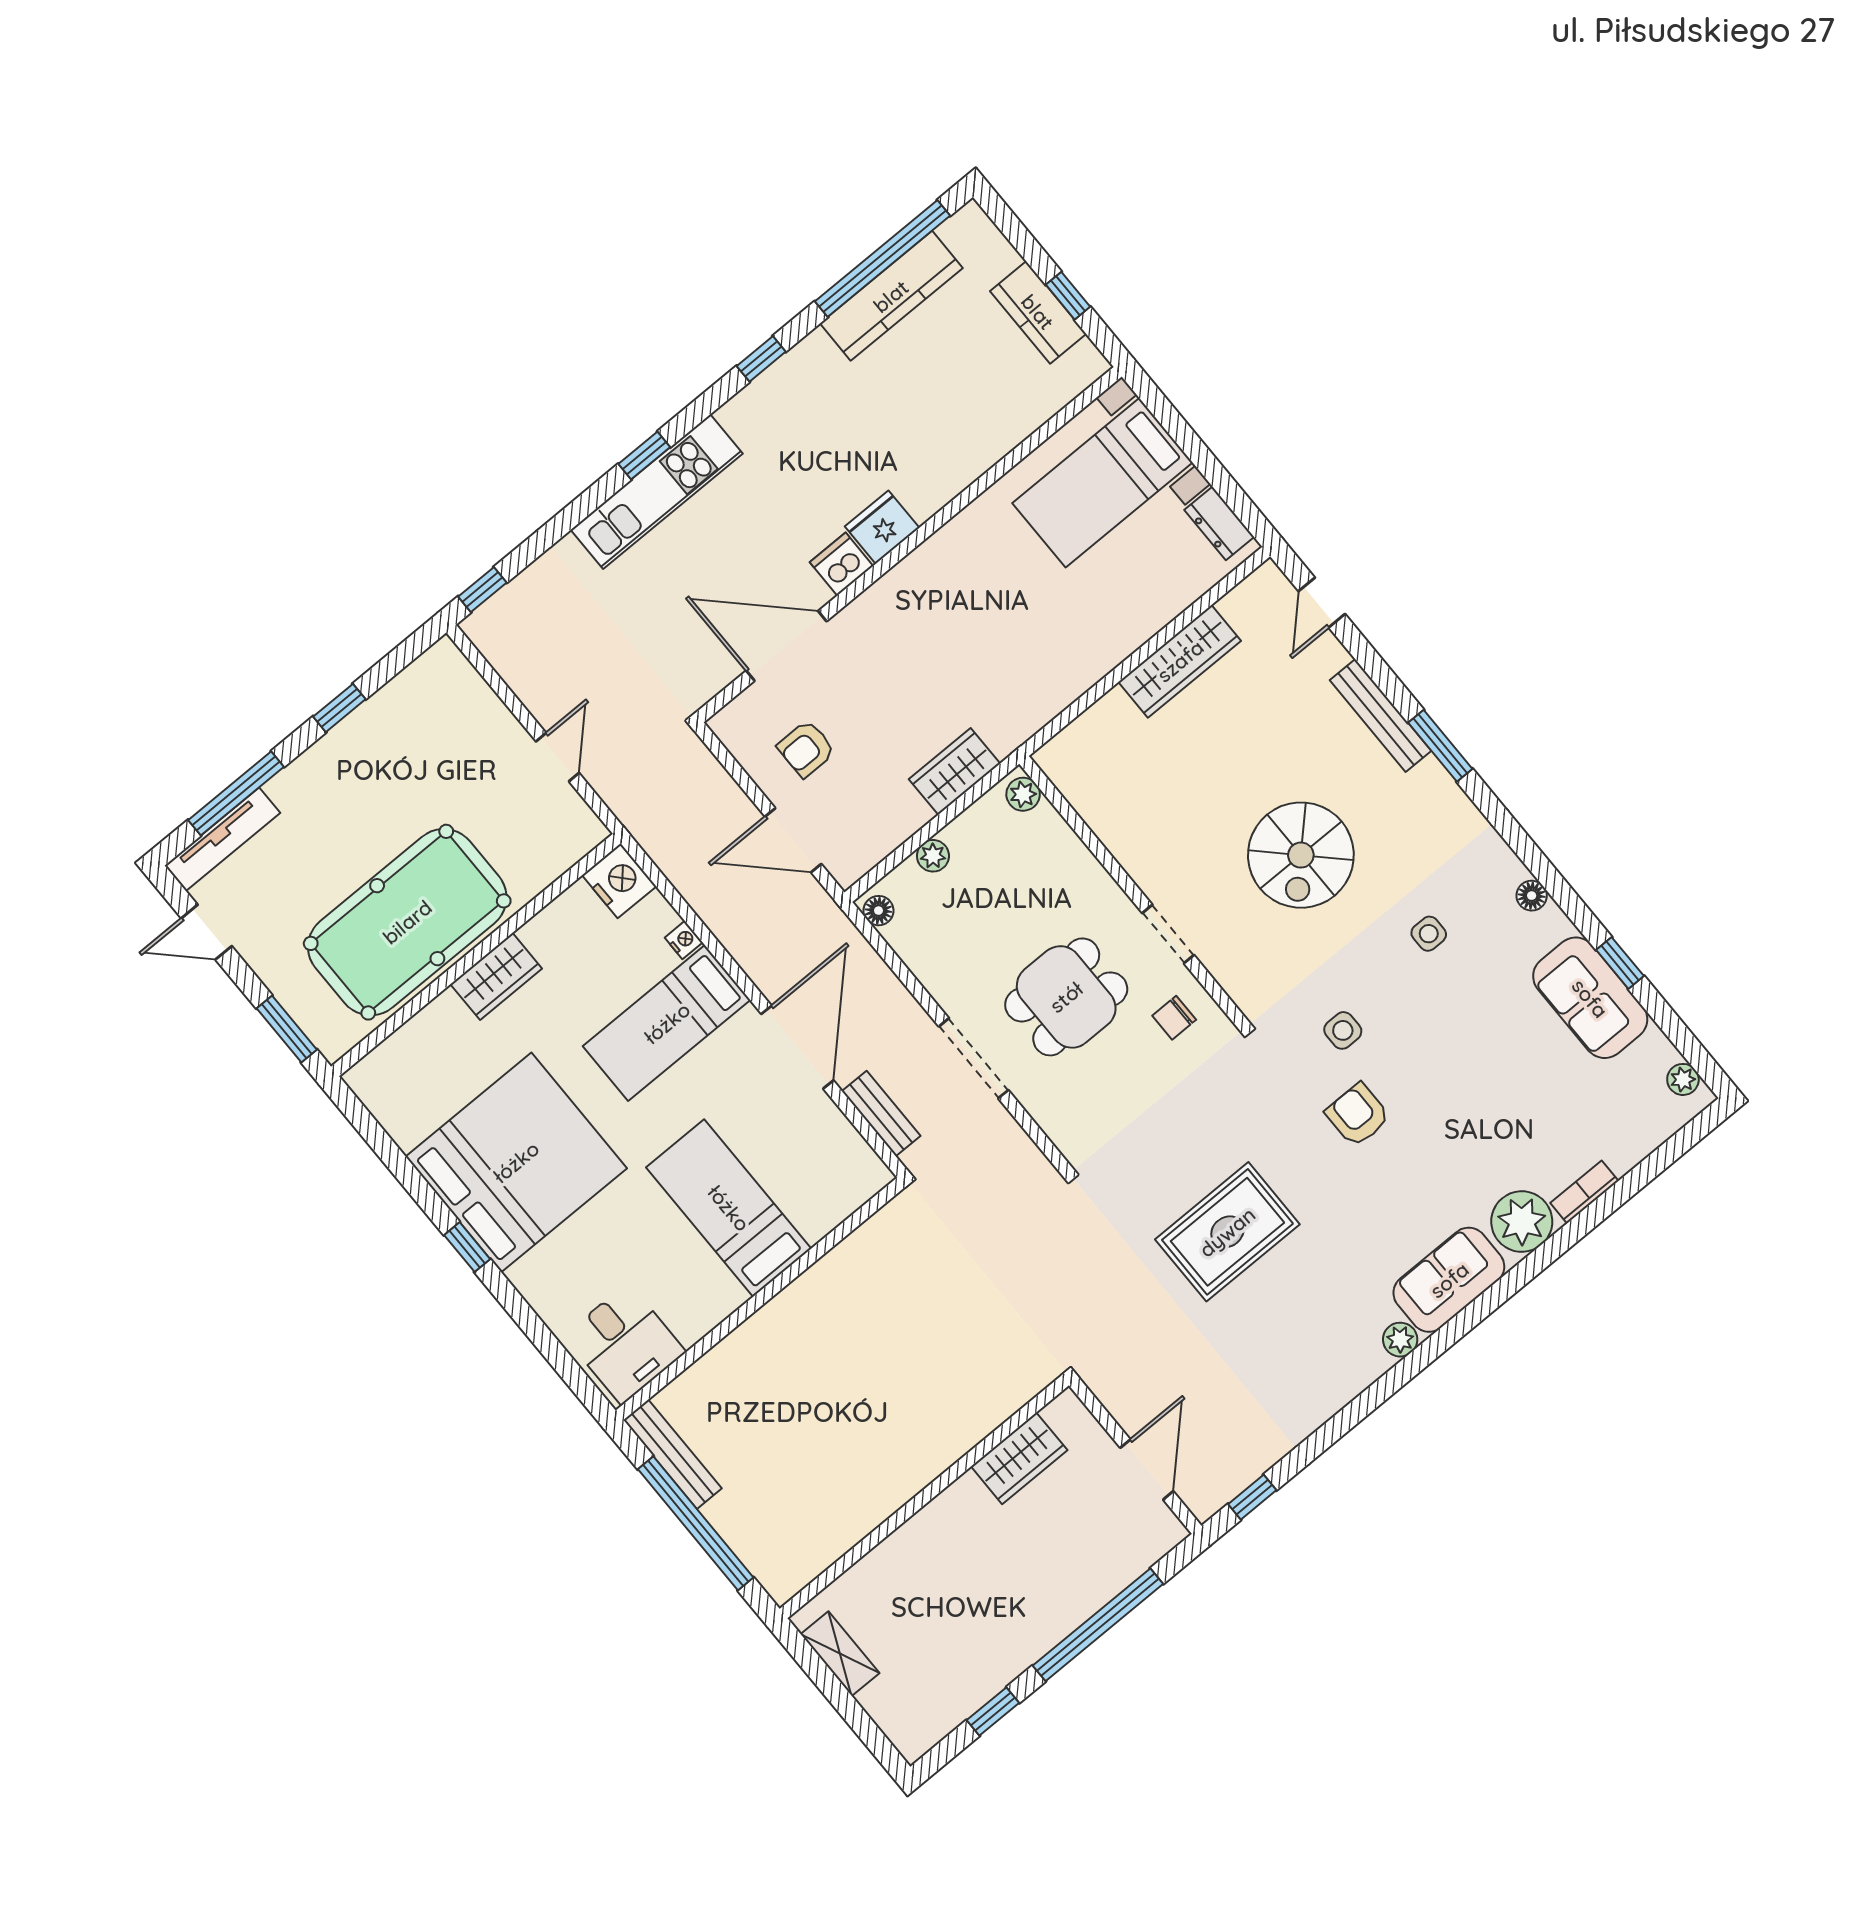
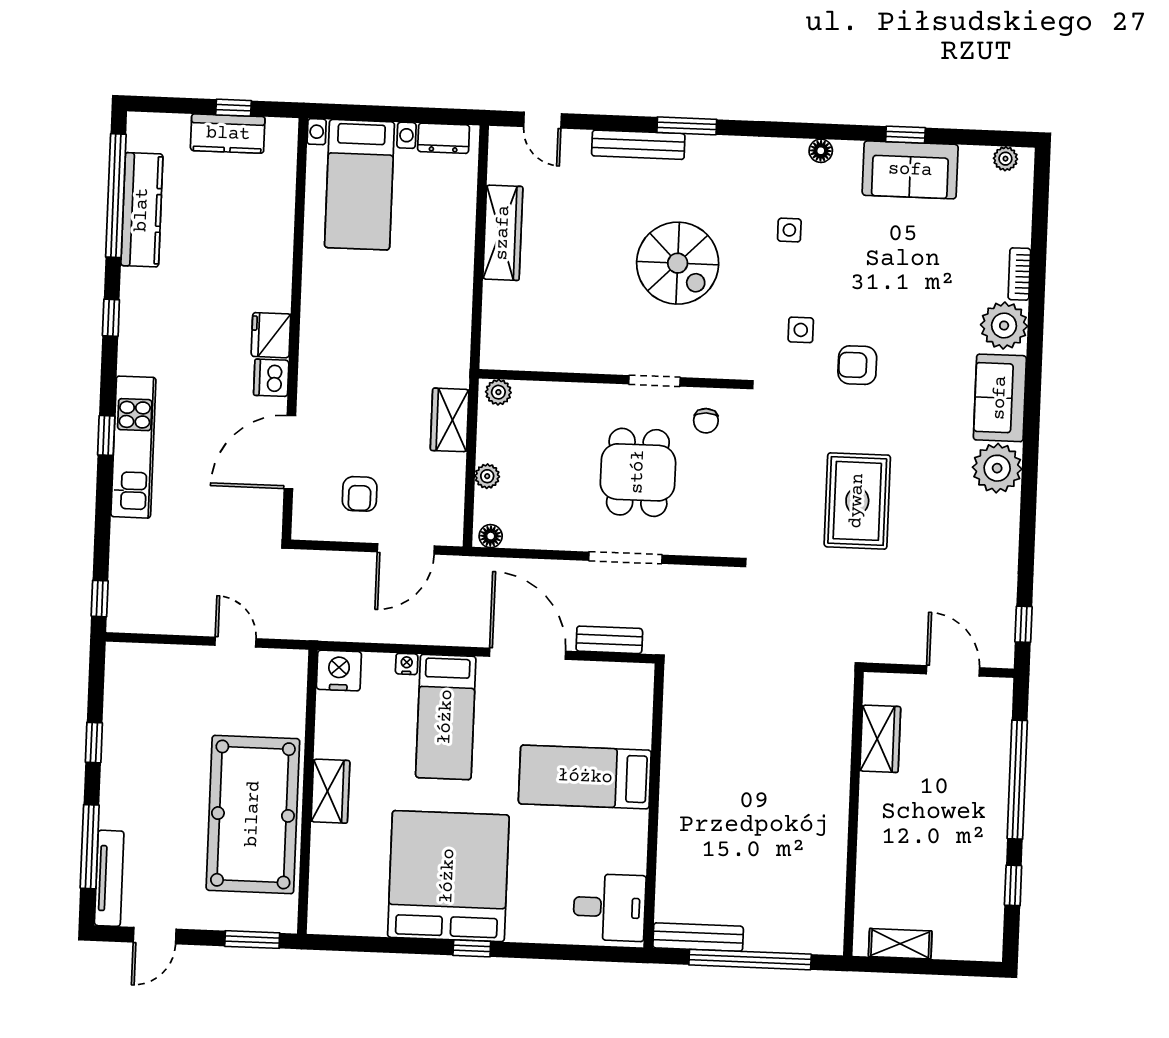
plant: (1400, 1340) -> (997, 468), width x1.87, depth x1.87

